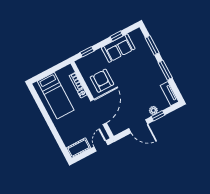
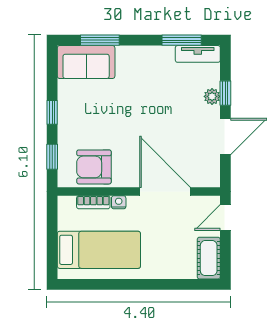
window: (117, 36) -> (52, 112), moved
sofa: (118, 48) -> (86, 62), moved, turned 90
window: (165, 70) -> (182, 40), moved
armchair: (102, 81) -> (94, 167), moved
door: (101, 146) -> (225, 218), hinge flipped

